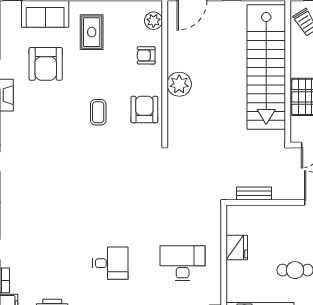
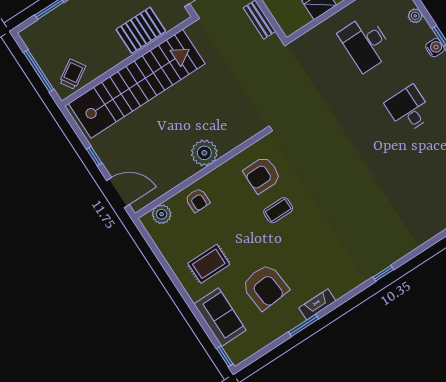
armchair: (46, 64) -> (265, 287), turned 85
armchair: (144, 109) -> (262, 175), moved

